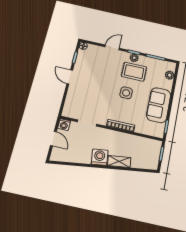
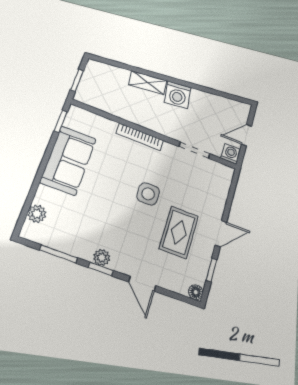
door: (112, 47) -> (142, 284), hinge flipped
rug: (134, 72) -> (179, 232), moved, turned 90
door: (70, 77) -> (221, 234), hinge flipped
side table: (126, 93) -> (148, 194), moved
door: (53, 139) -> (246, 135), hinge flipped

